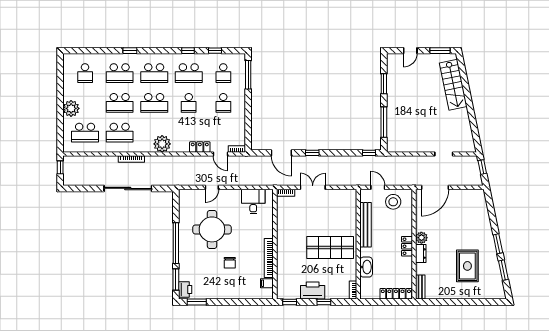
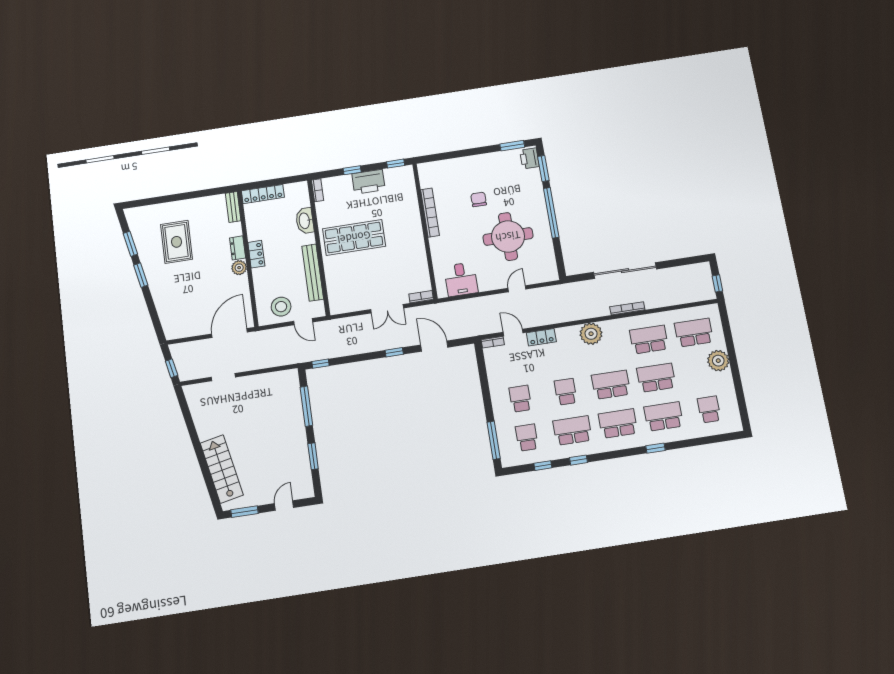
filing cabinet: (267, 283) -> (427, 182), removed

